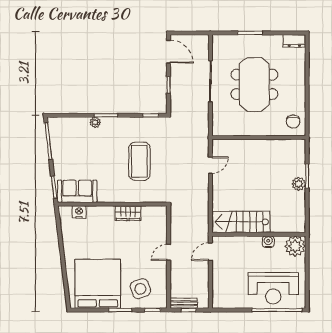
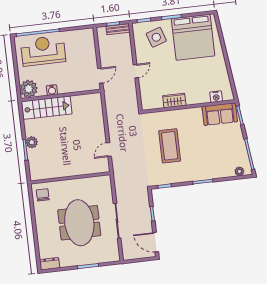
plant: (95, 122) -> (239, 171), moved
stairs: (241, 222) -> (47, 108), moved

